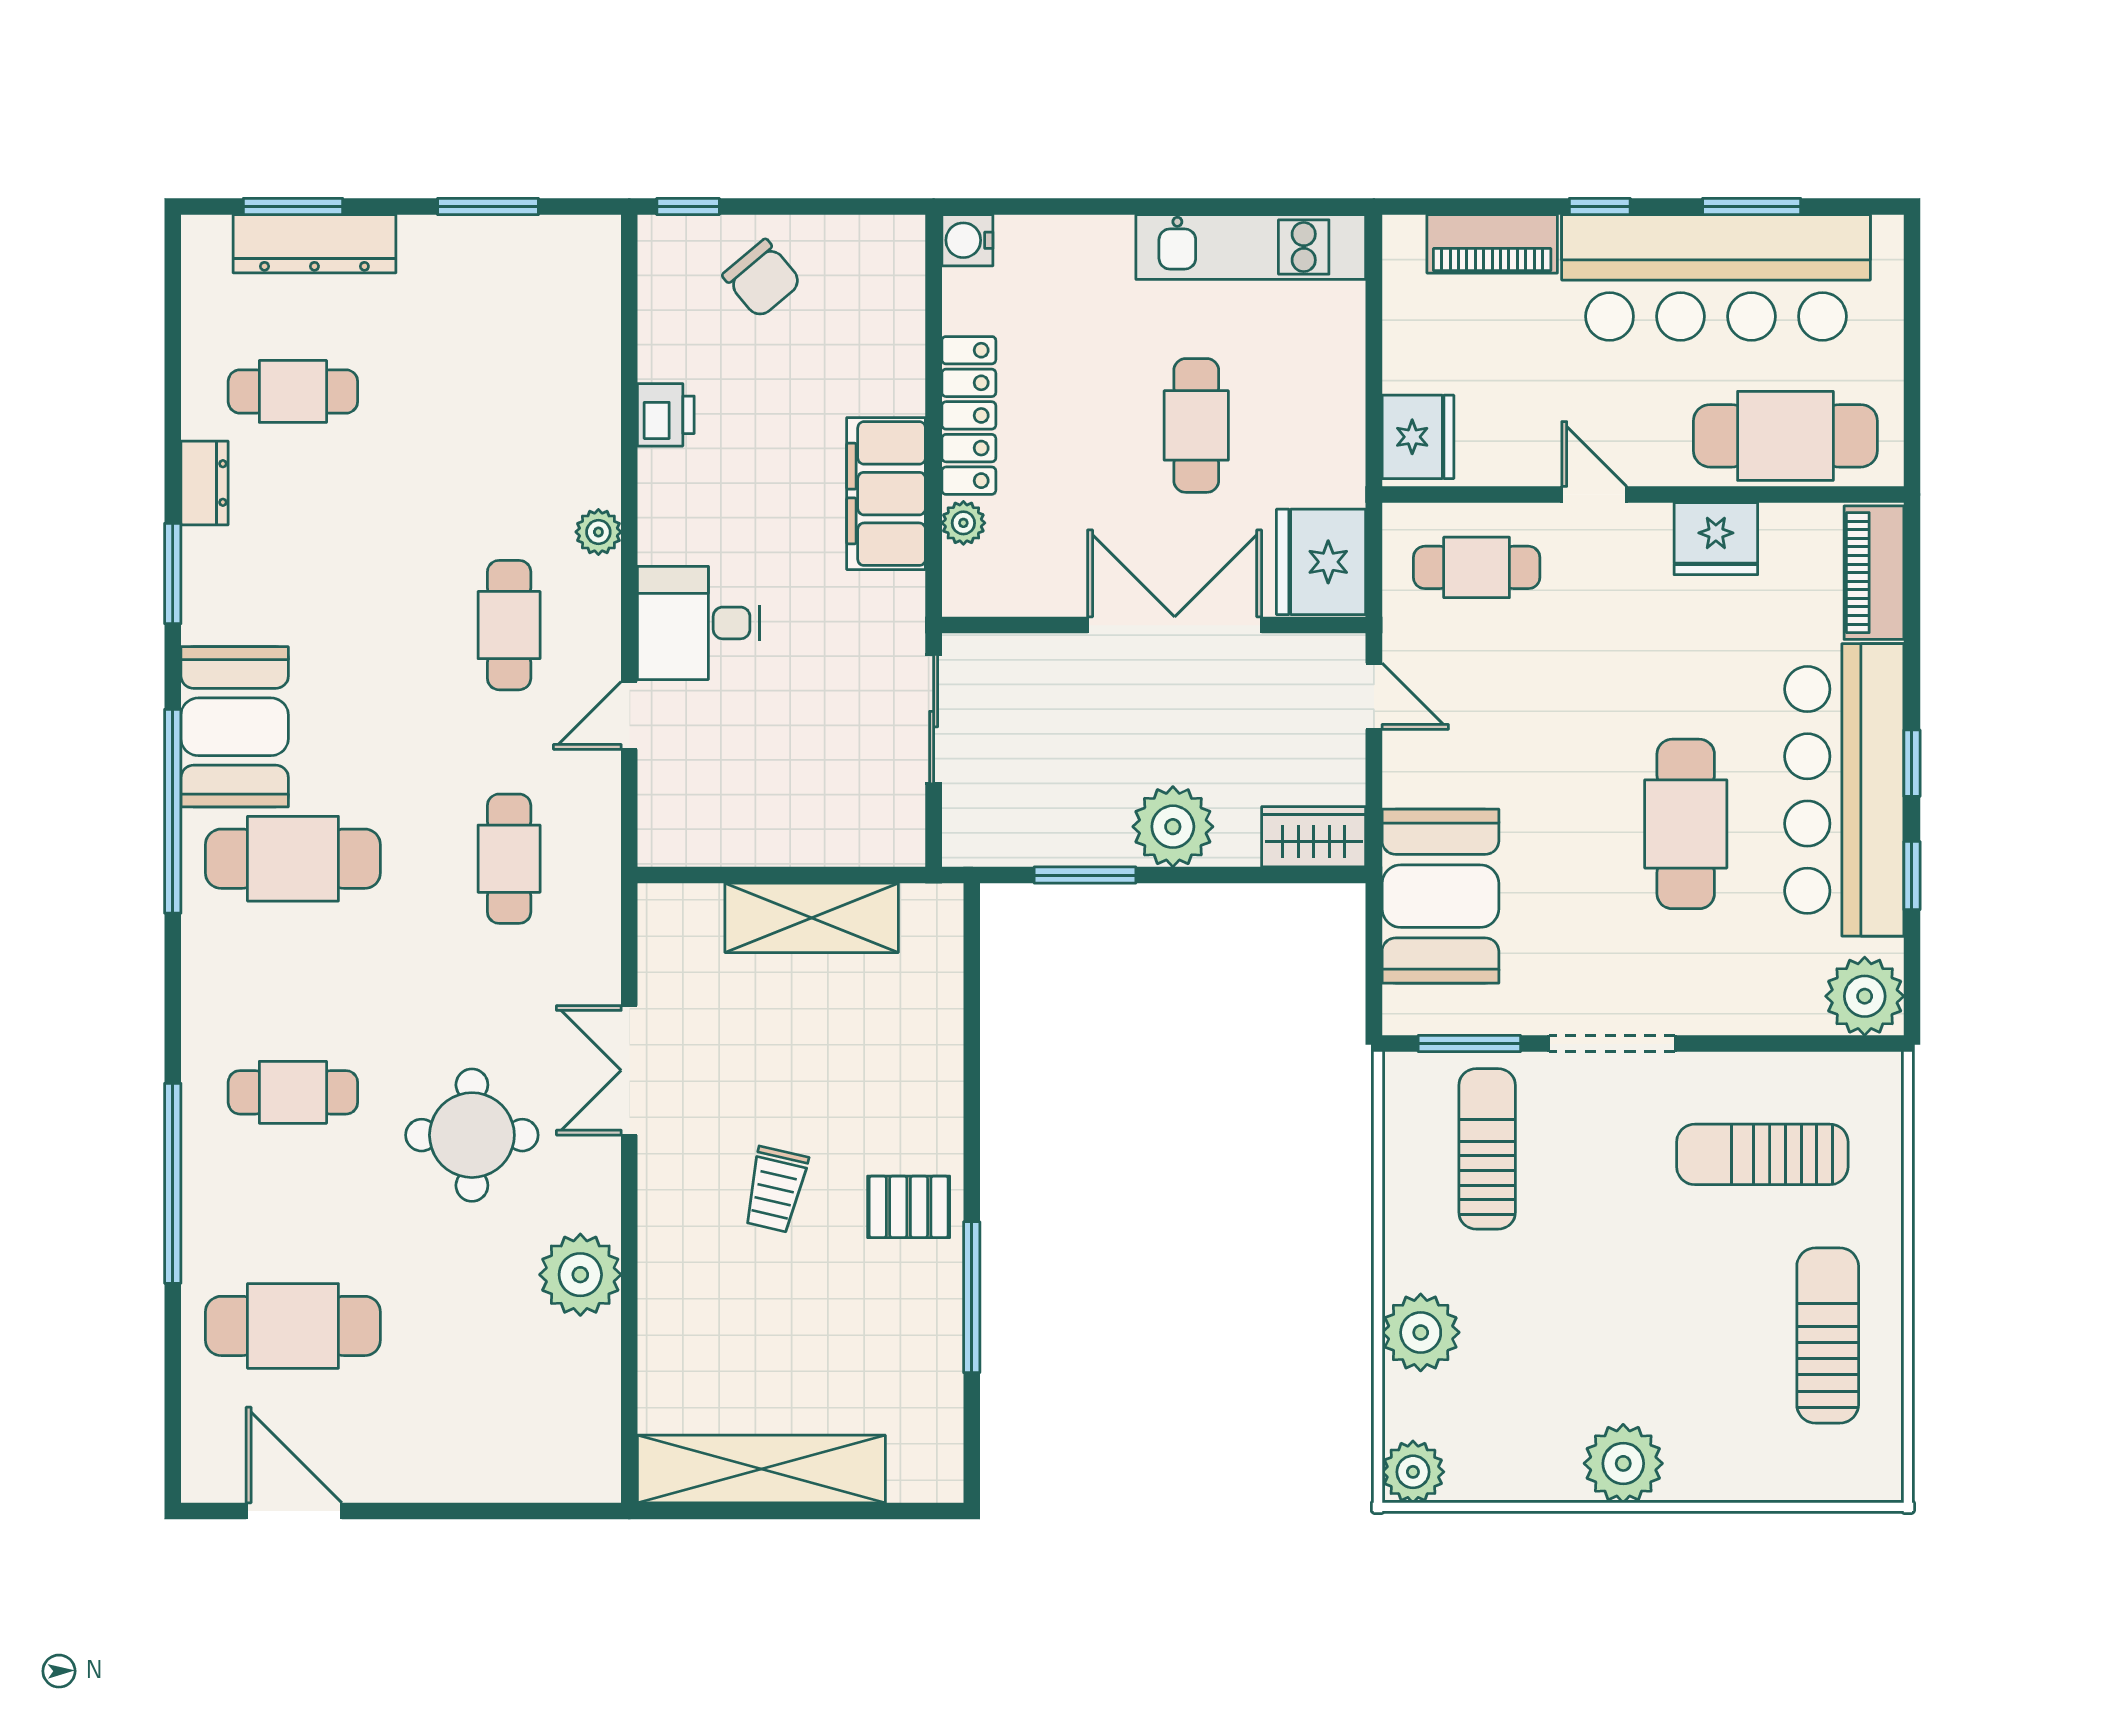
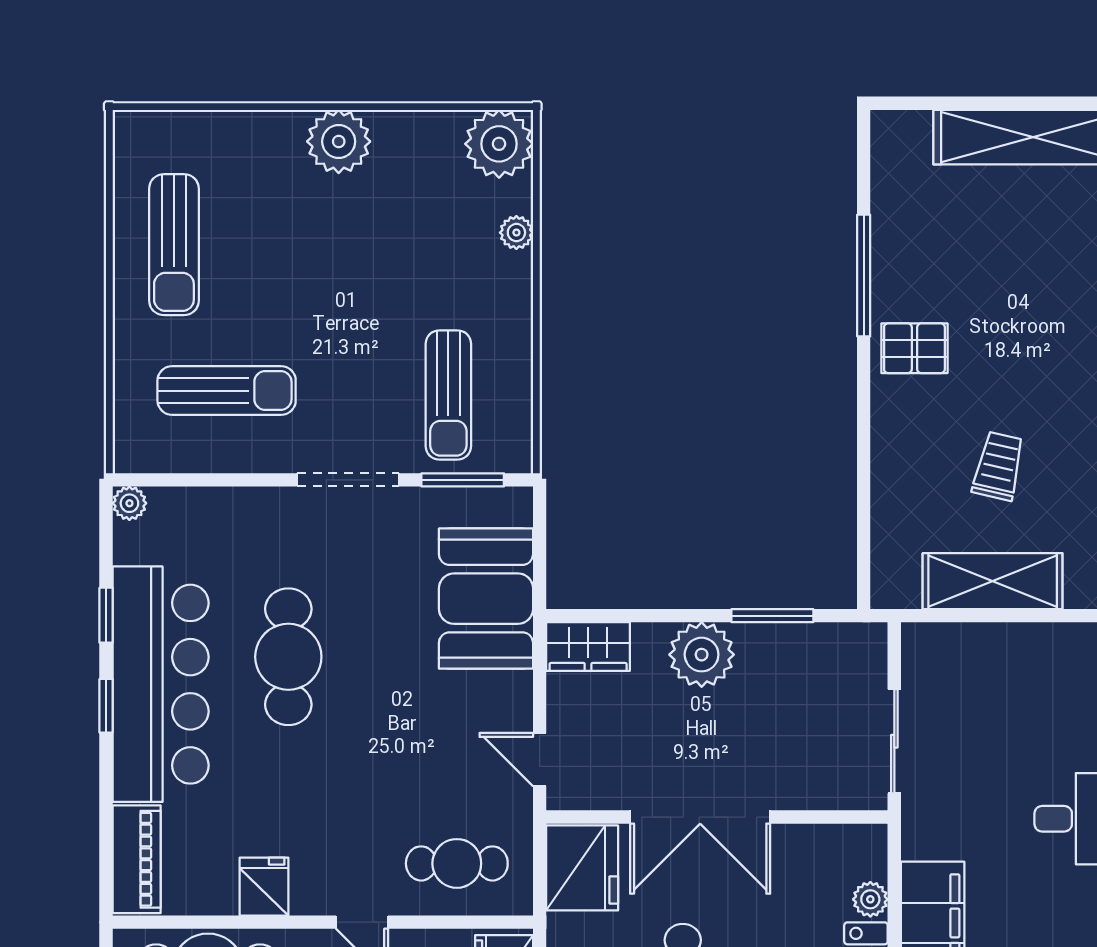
fridge: (1716, 539) -> (264, 887), width x0.72
plant: (1865, 996) -> (129, 503), width x0.53, depth x0.53
trolley: (775, 1190) -> (998, 466), moved
plant: (1421, 1332) -> (516, 233), width x0.53, depth x0.53
plant: (1413, 1472) -> (499, 144), width x1.36, depth x1.36

